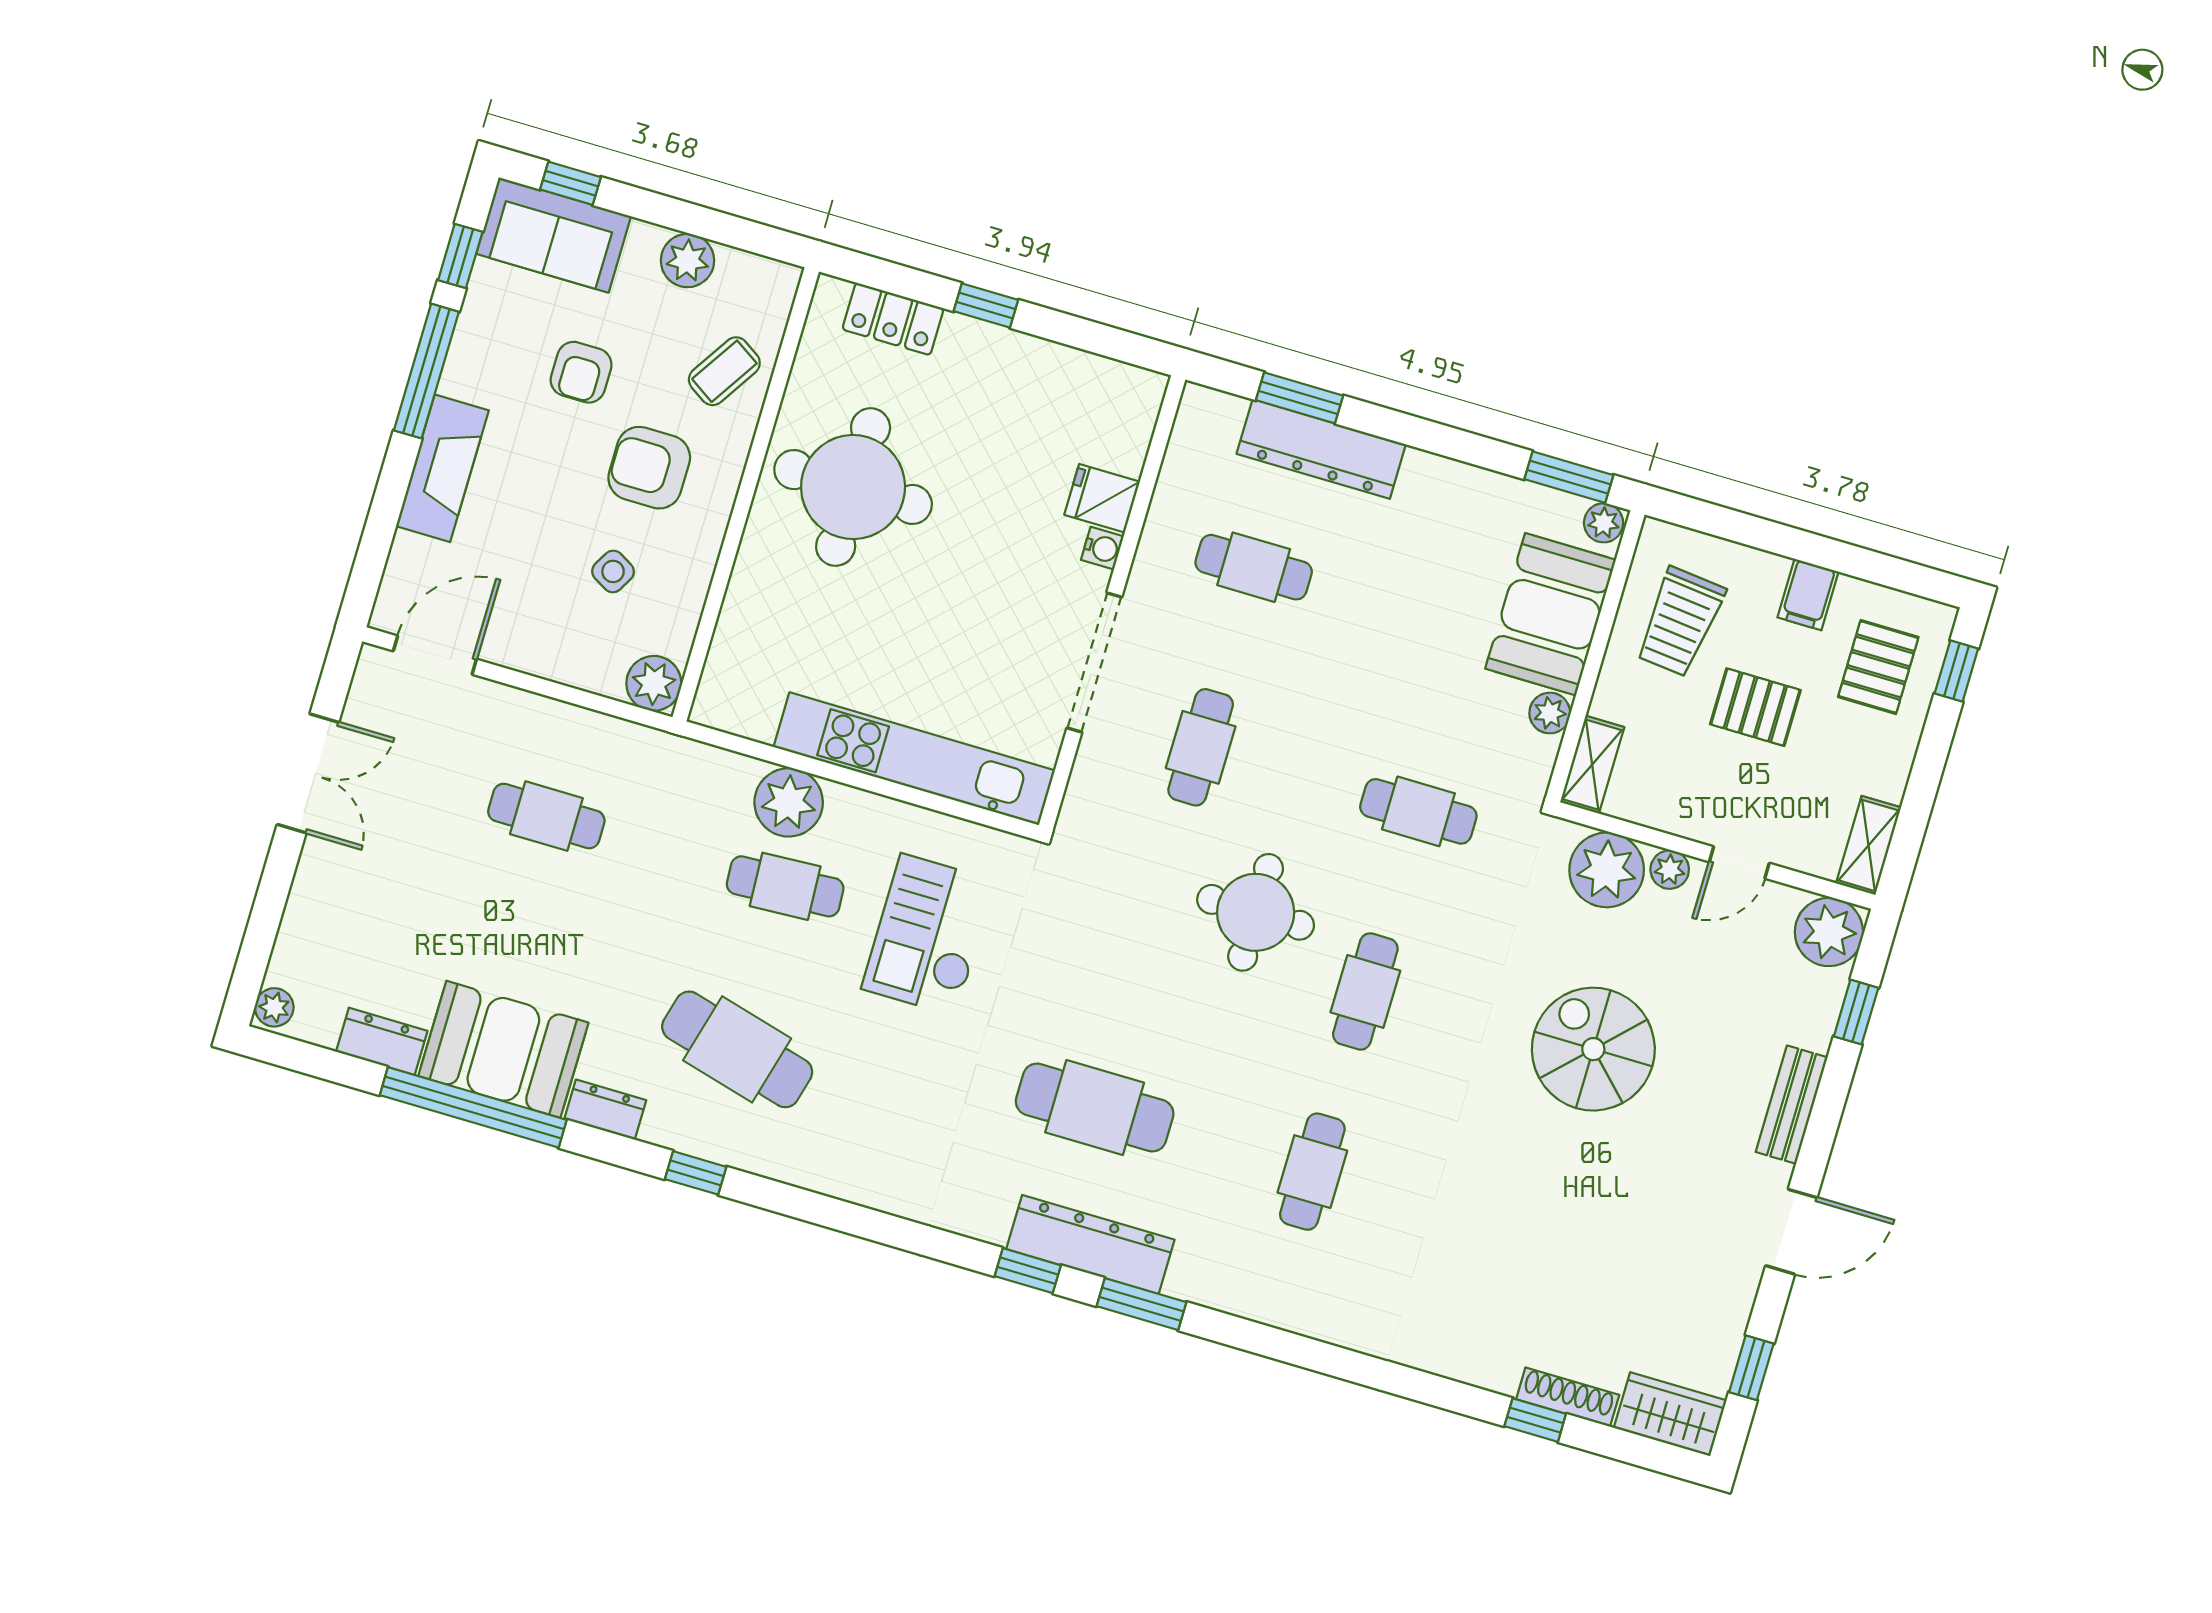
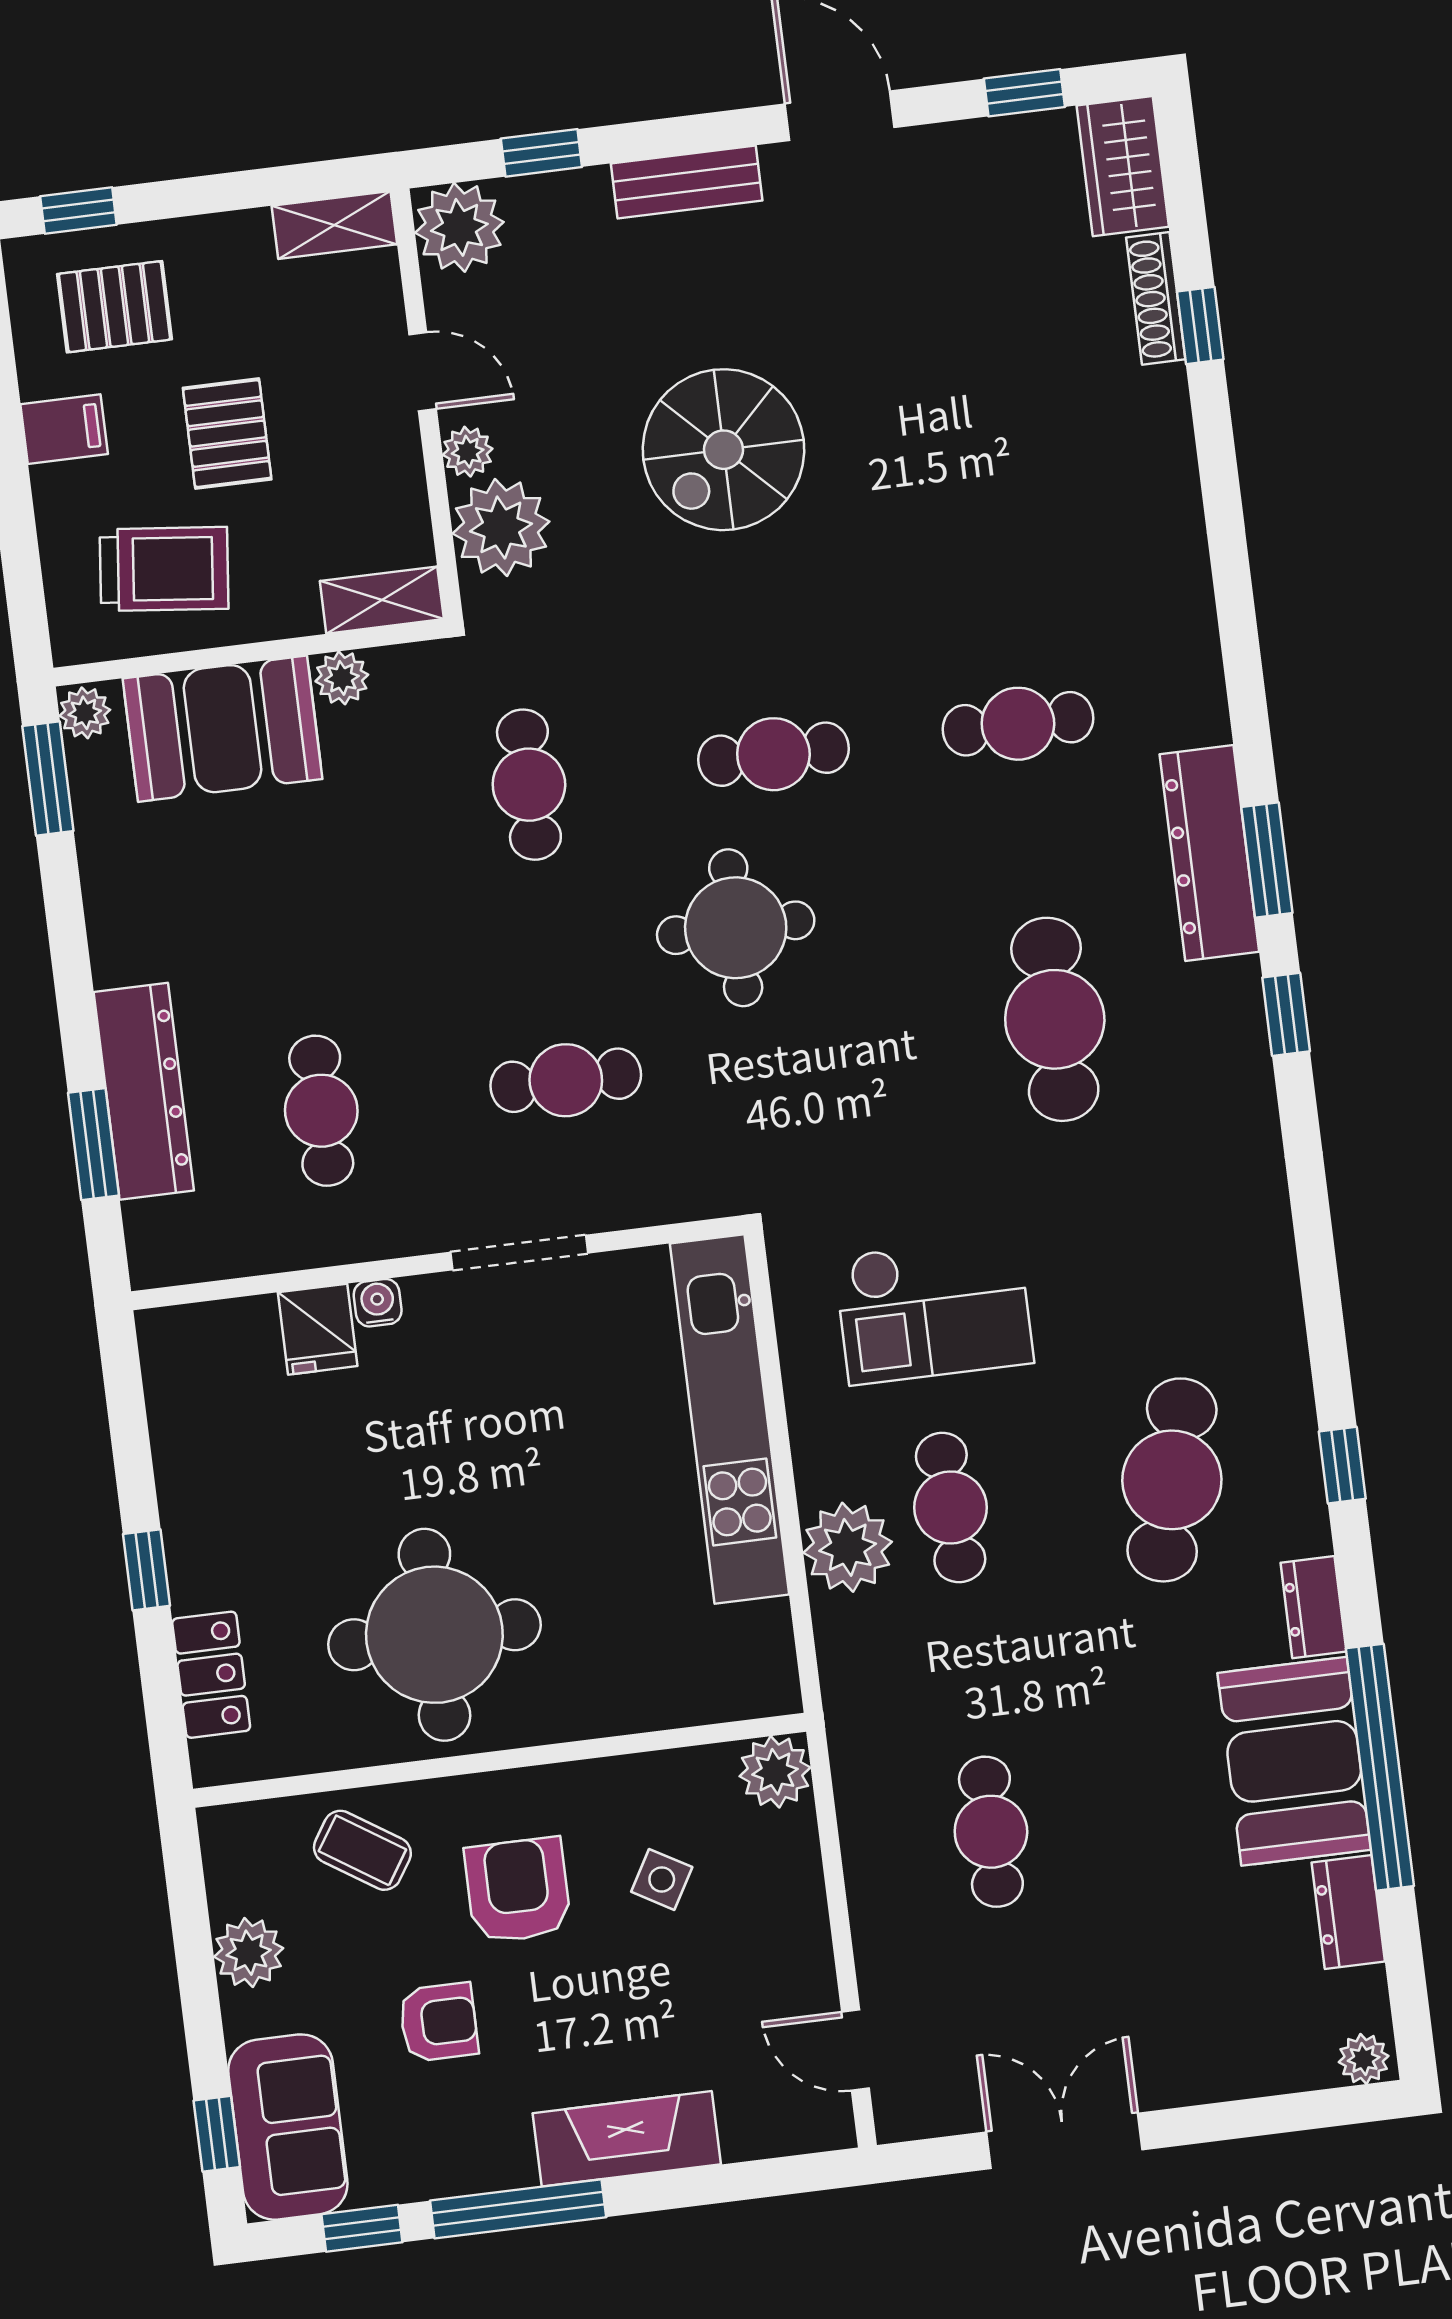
armchair: (649, 468) -> (518, 1890), turned 180
door: (435, 655) -> (856, 2050), width x0.73
doorway: (1094, 663) -> (519, 1253), width x0.73
dresser: (1090, 1244) -> (1209, 853), moved

